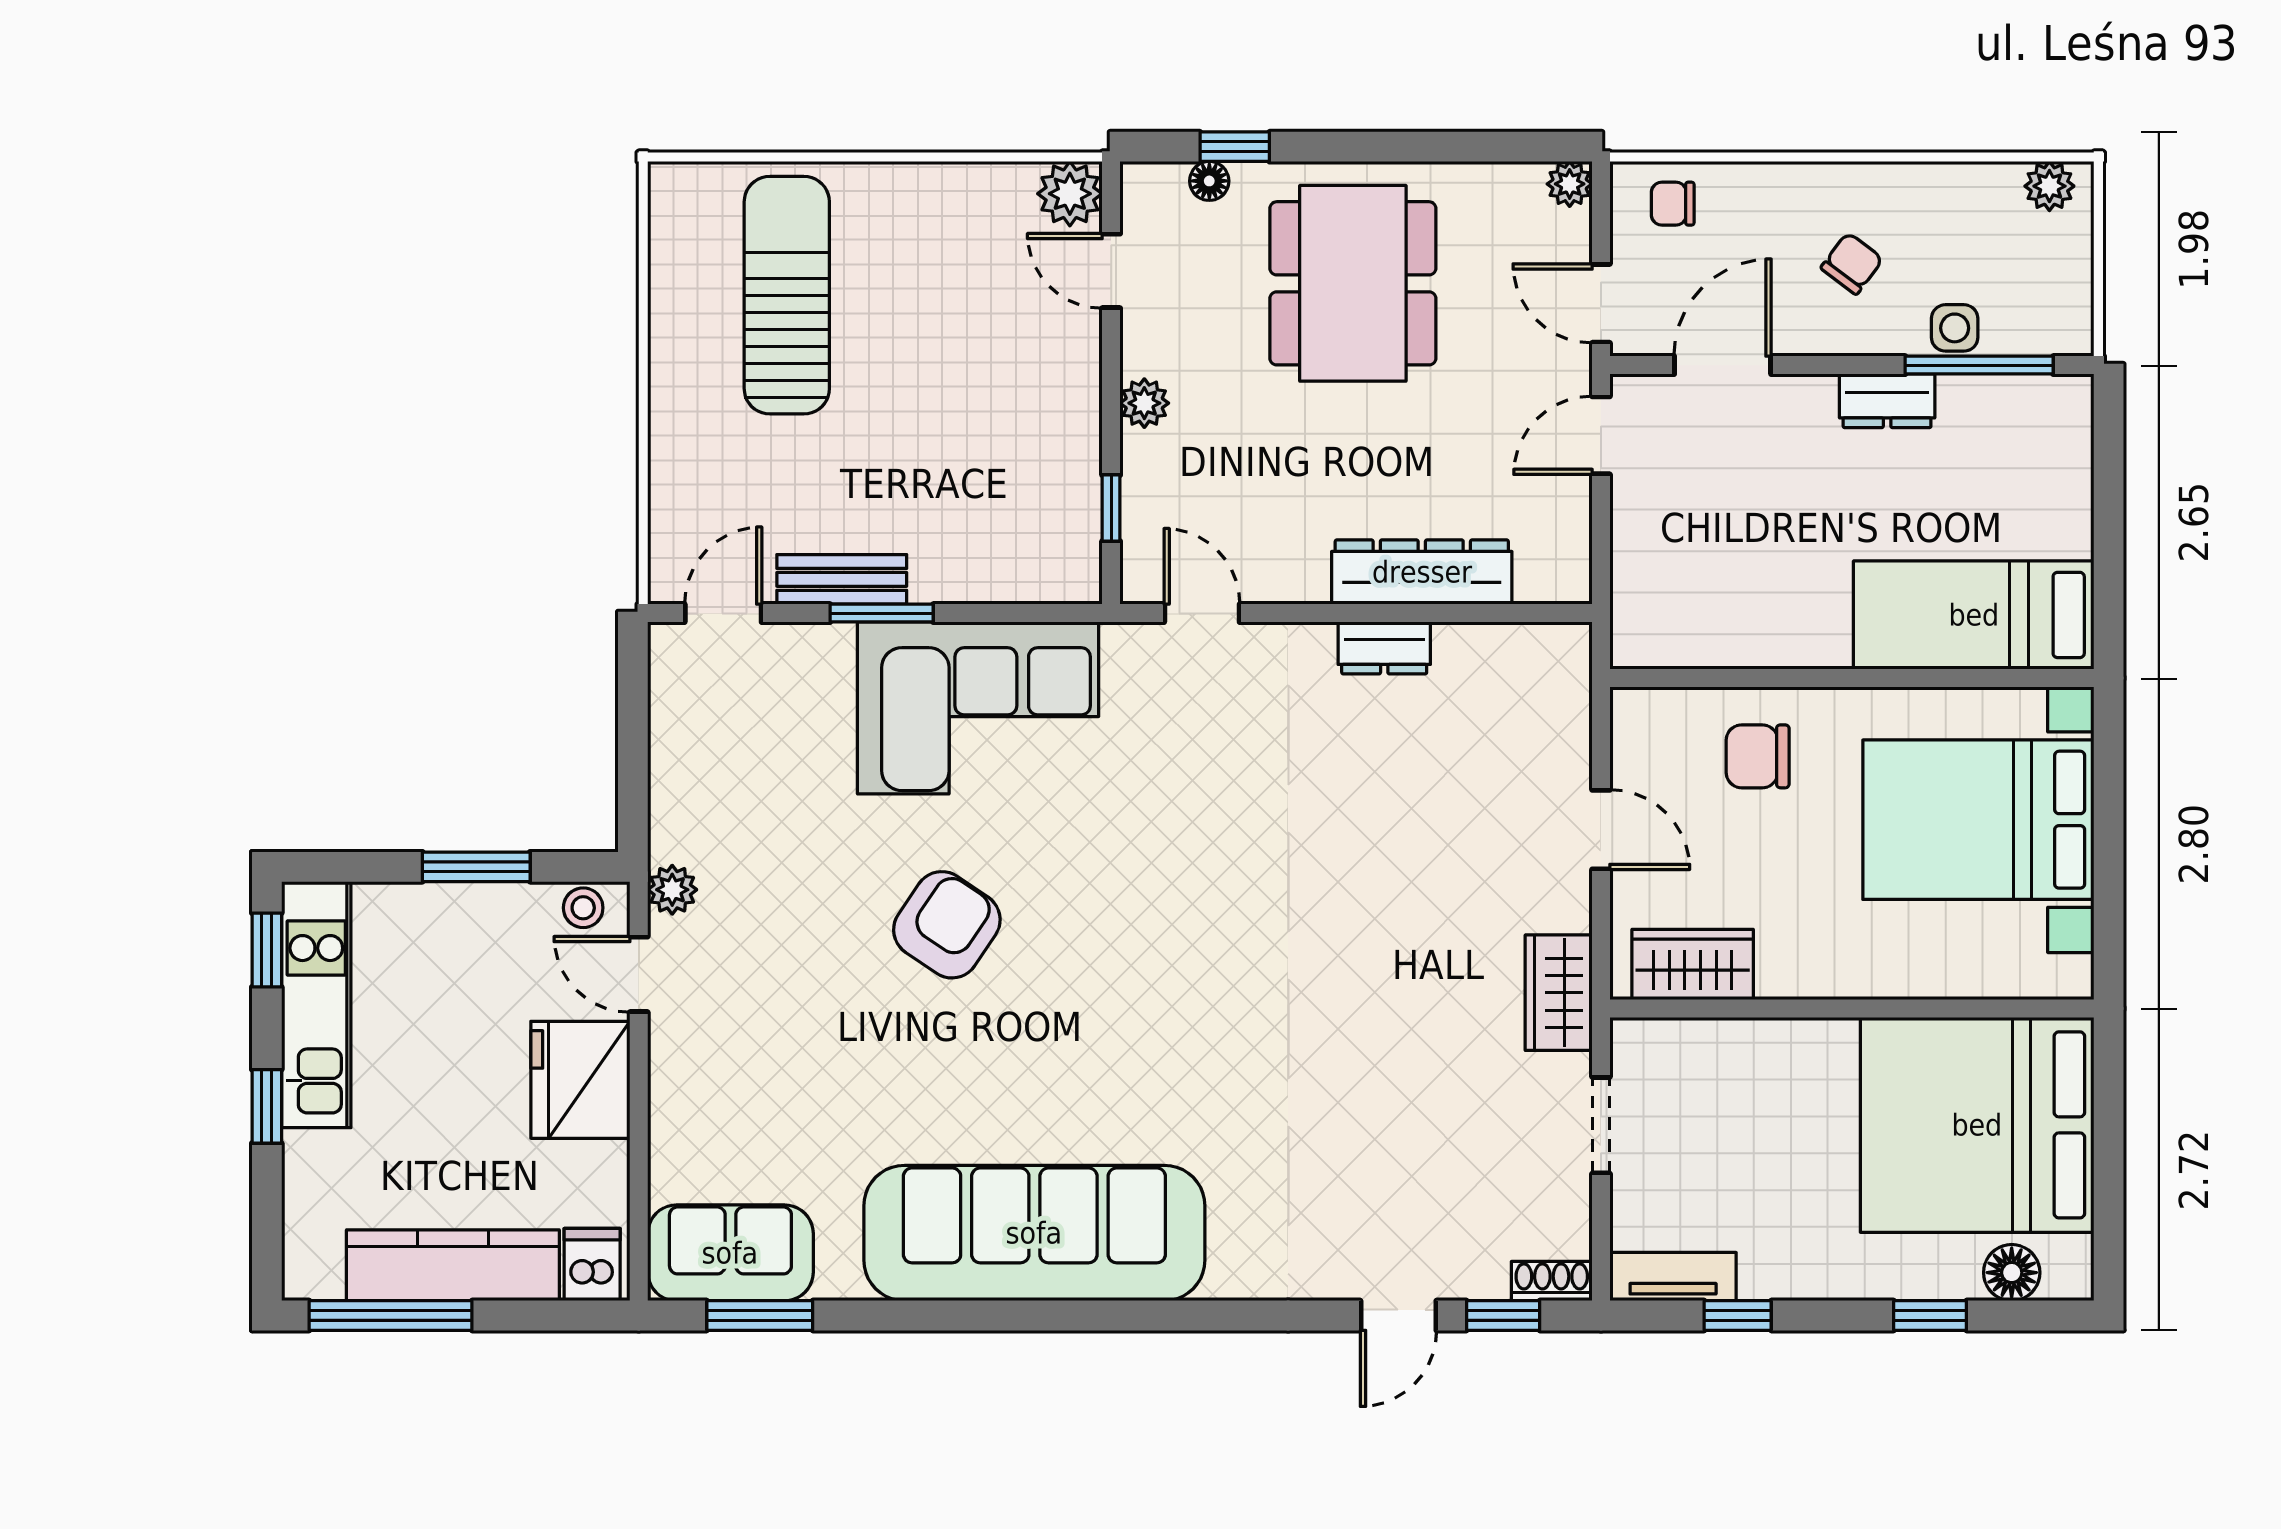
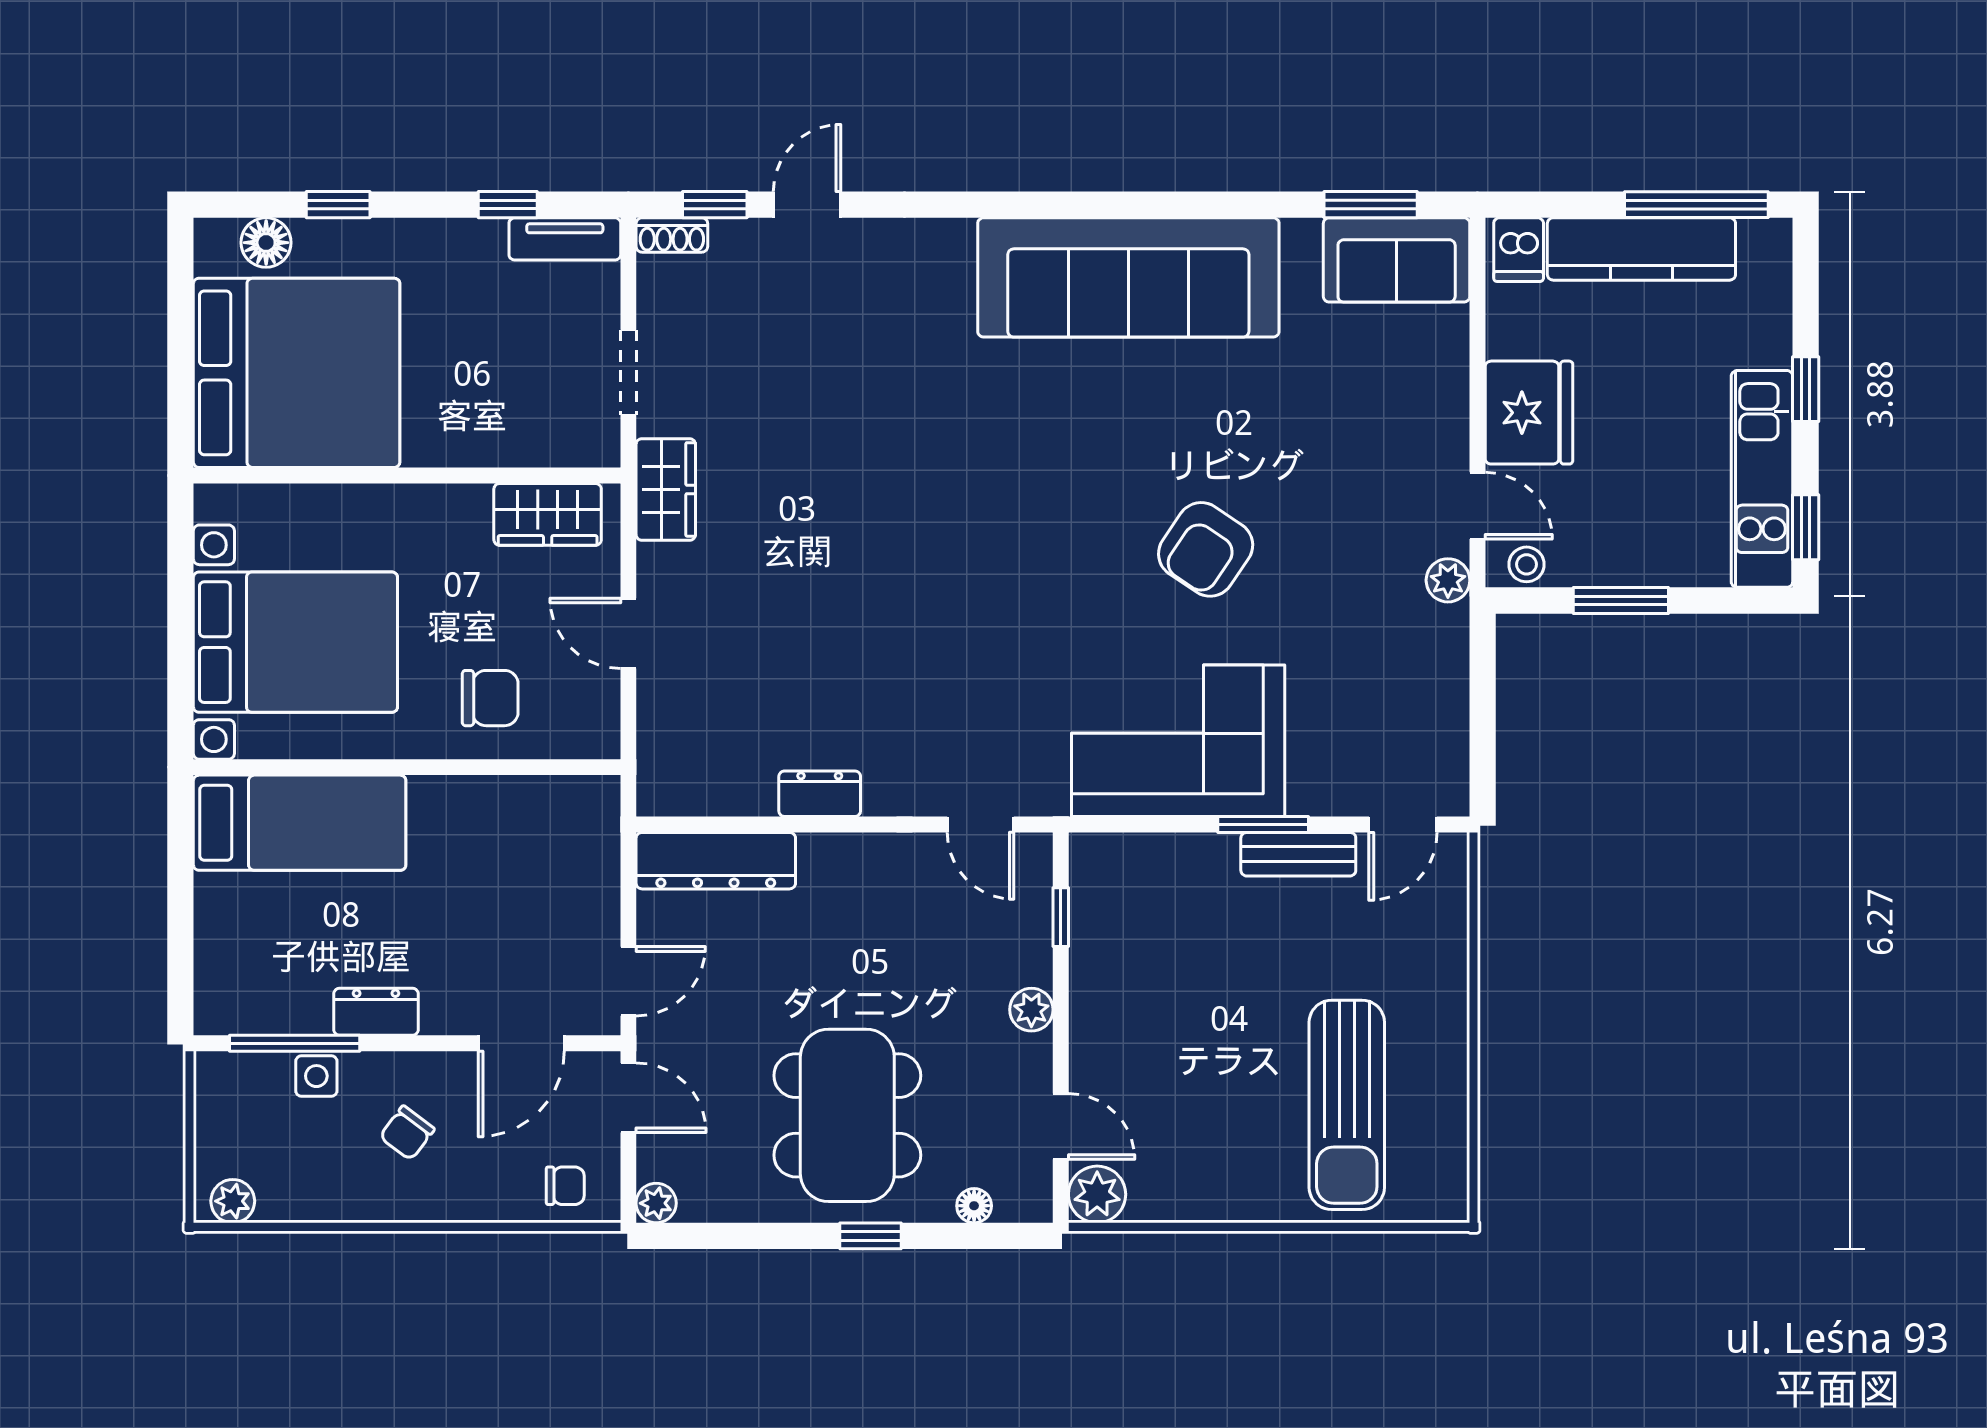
window: (1235, 147) -> (870, 1236), moved
dresser: (1422, 572) -> (716, 861), moved

